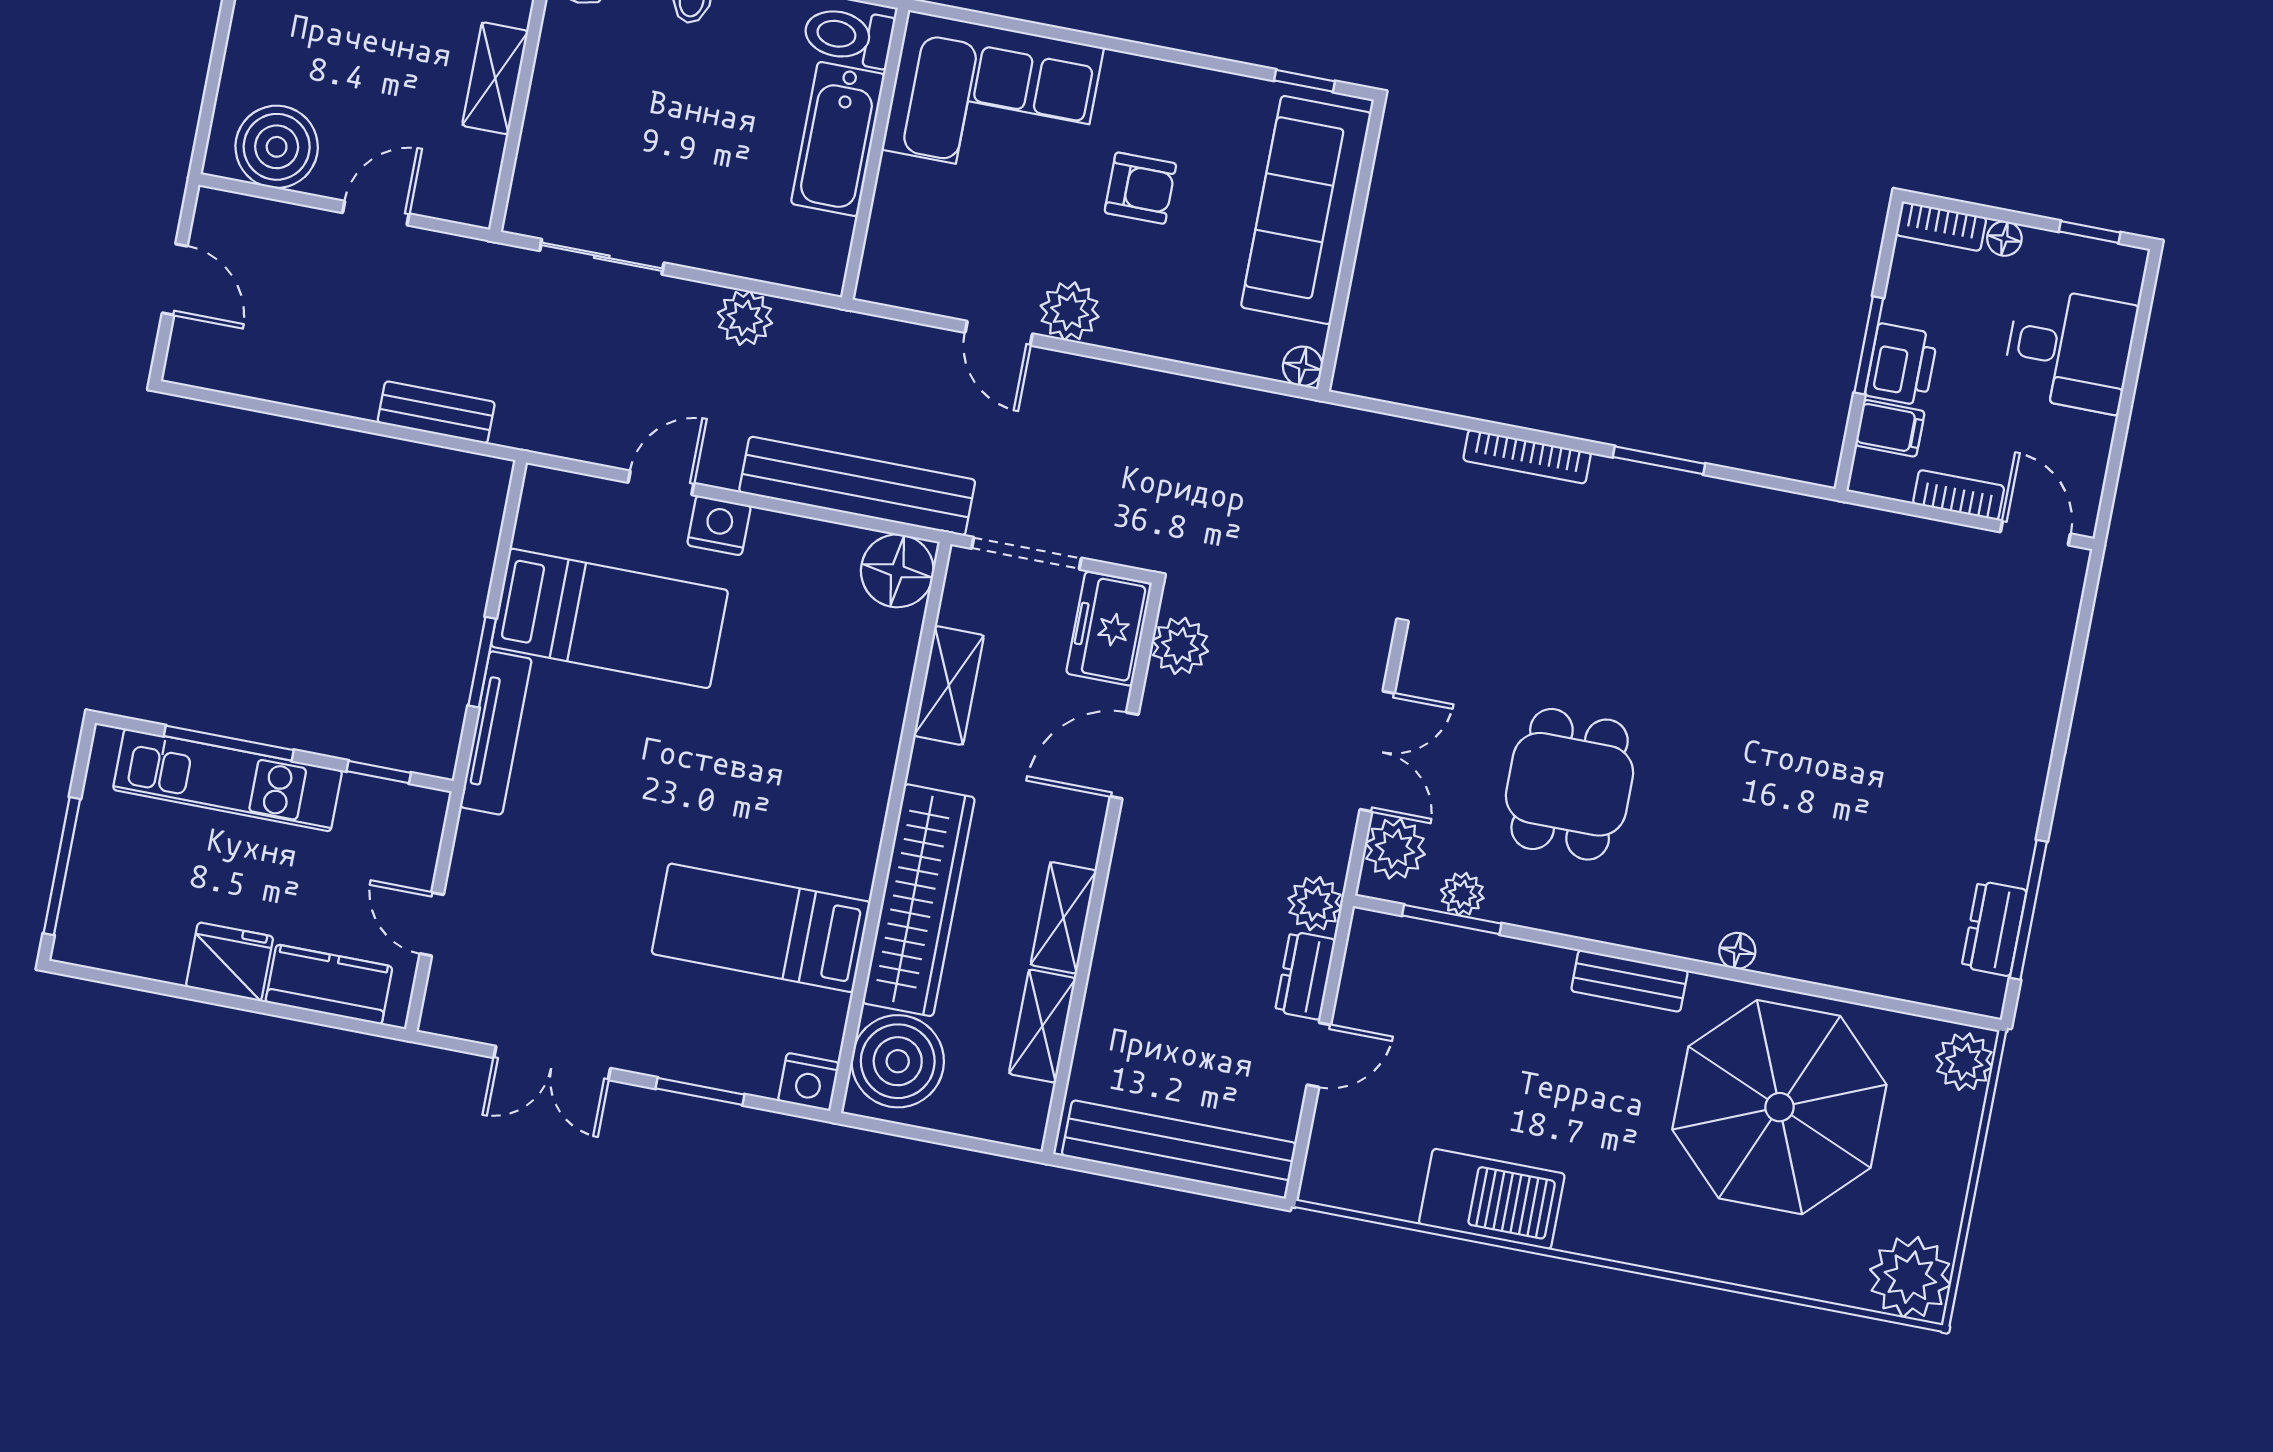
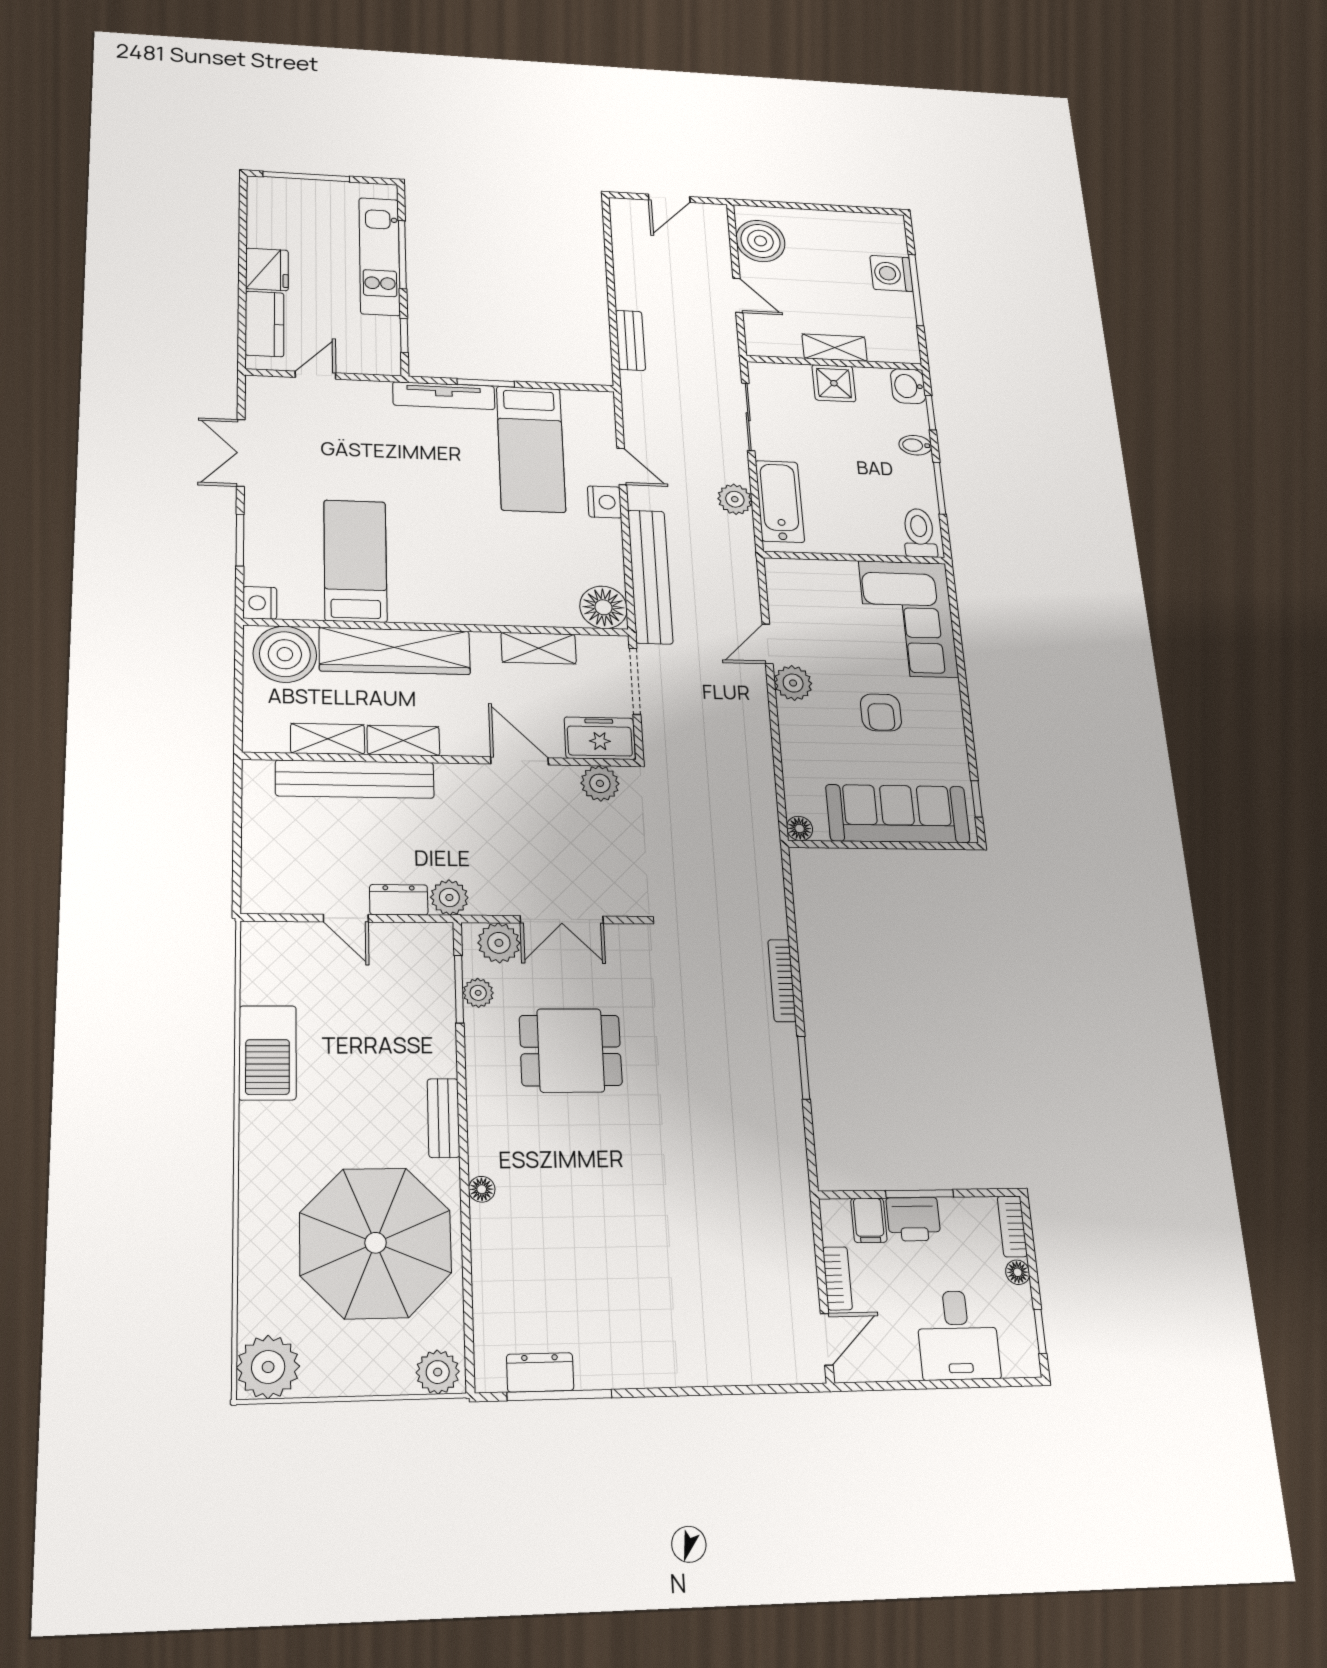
shower: (561, 98) -> (834, 383), added
bathtub: (838, 139) -> (780, 501), moved, turned 90
bench: (1179, 1149) -> (355, 779), moved, turned 90

